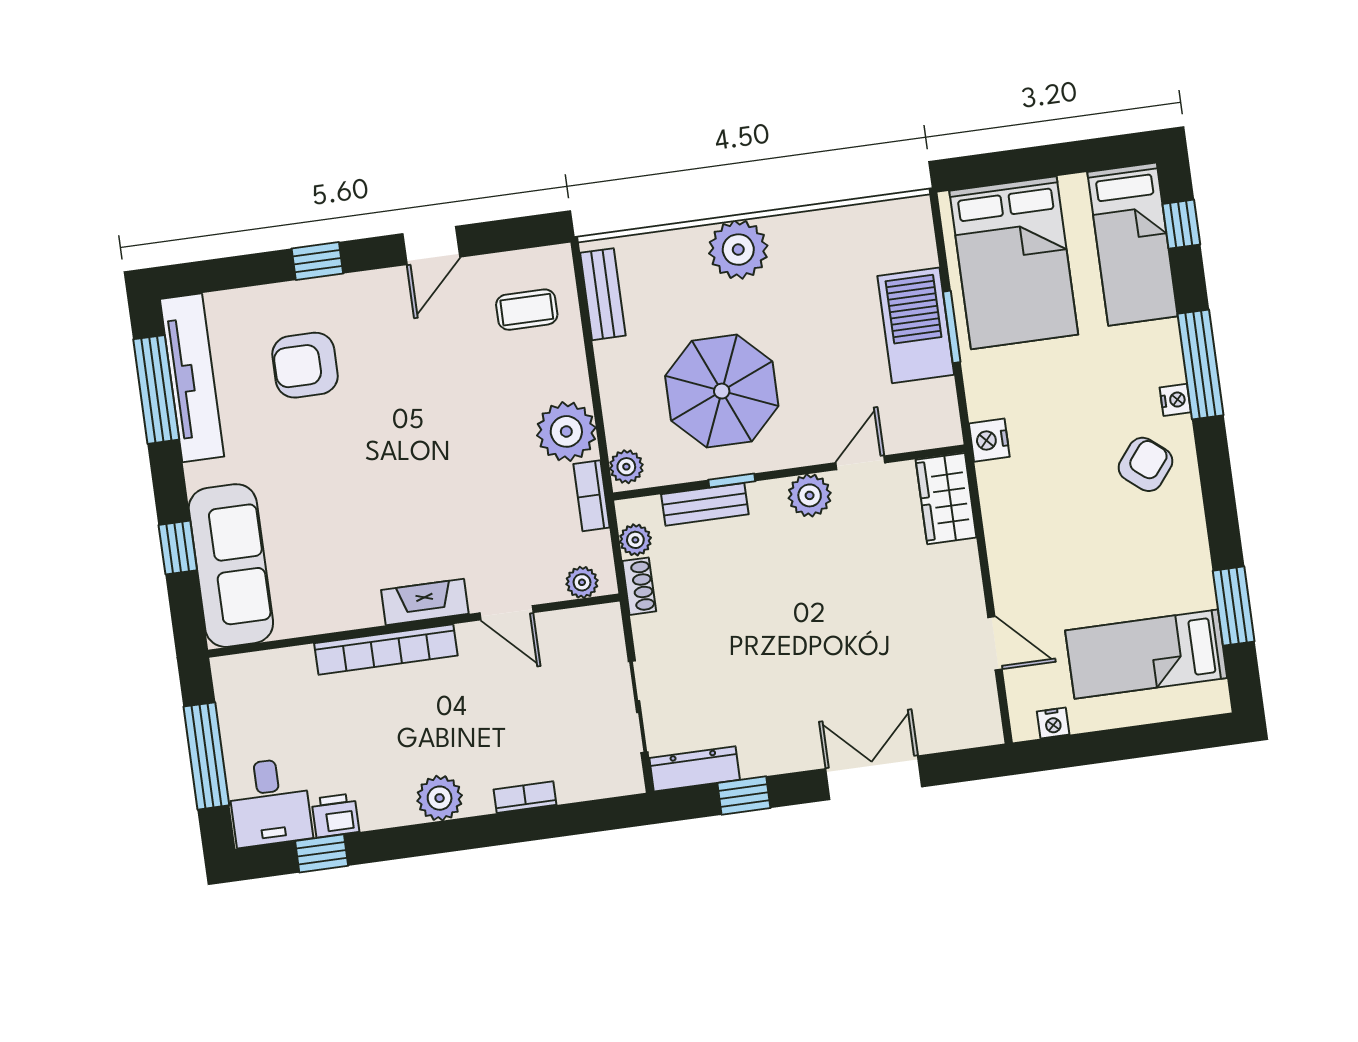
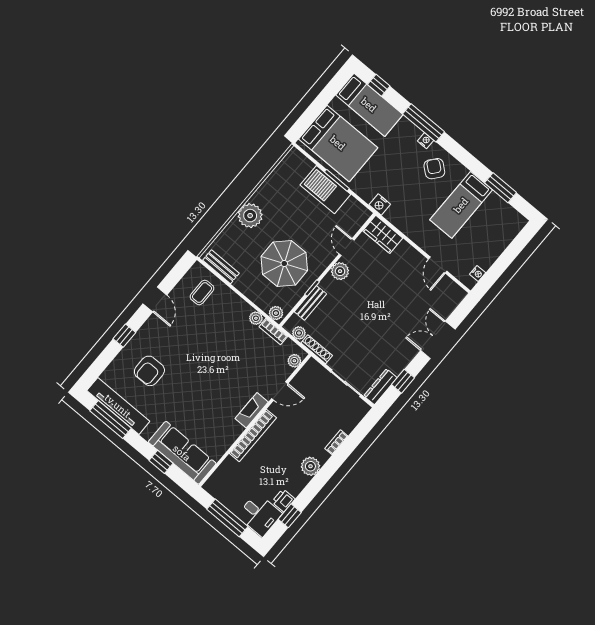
plant: (566, 431) -> (256, 318), width x0.53, depth x0.53
shoe rack: (639, 586) -> (317, 349), width x1.43
door: (995, 643) -> (438, 265), swing flipped
bed: (1146, 654) -> (461, 205), moved

